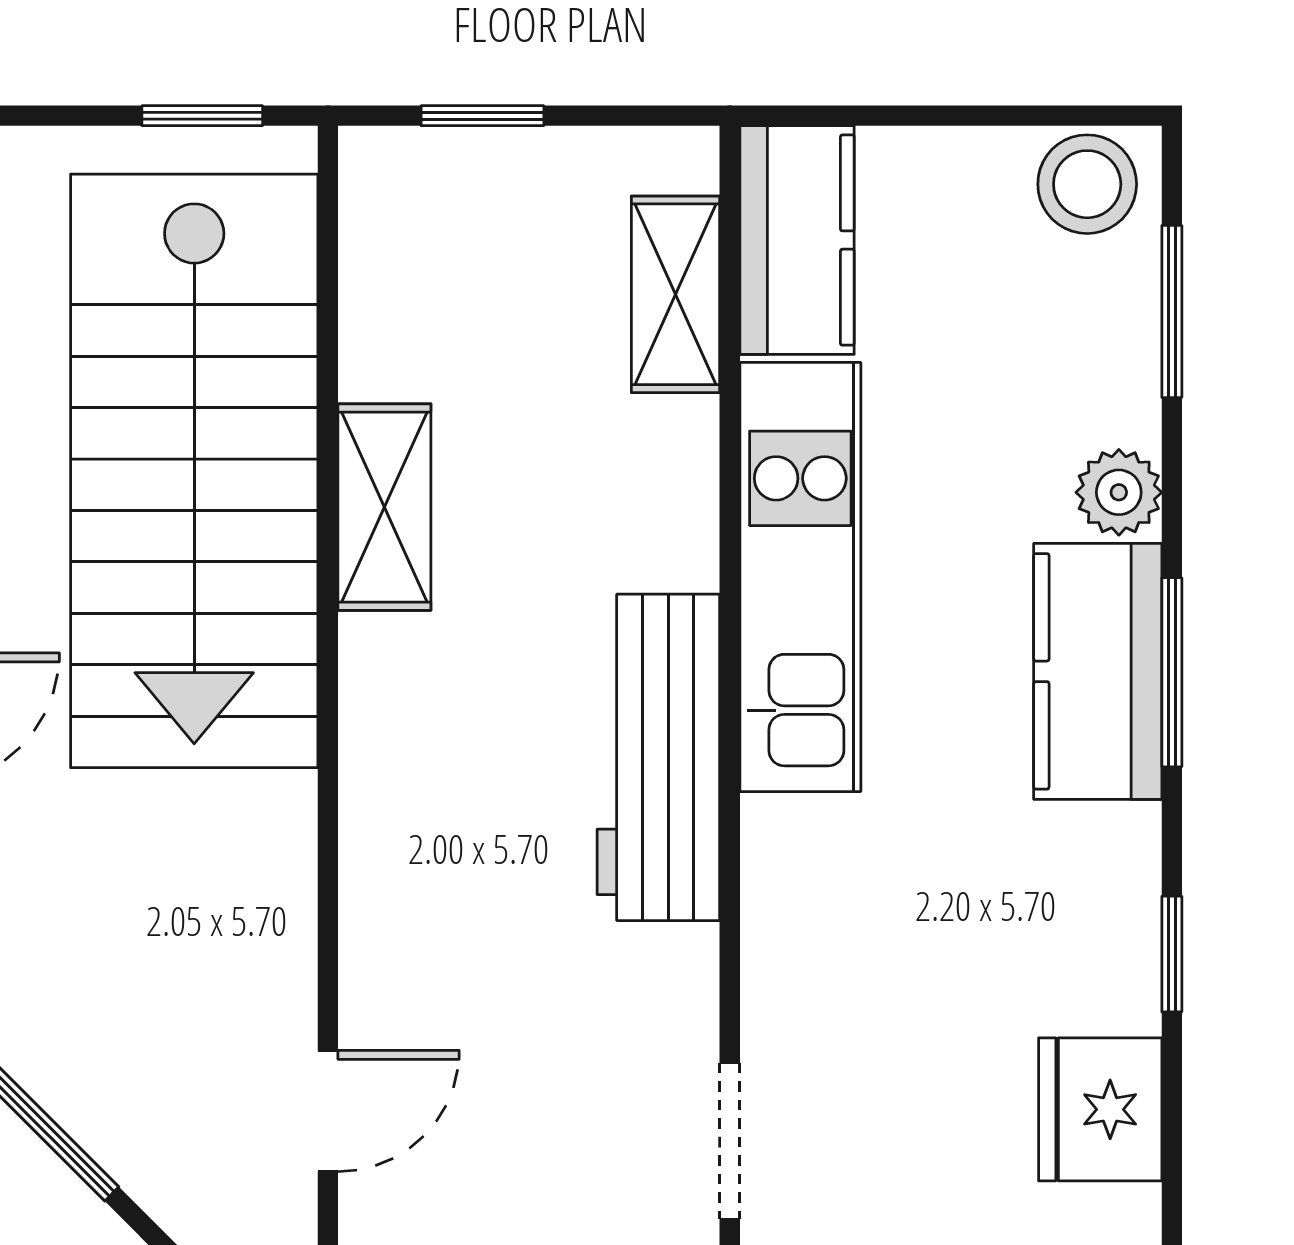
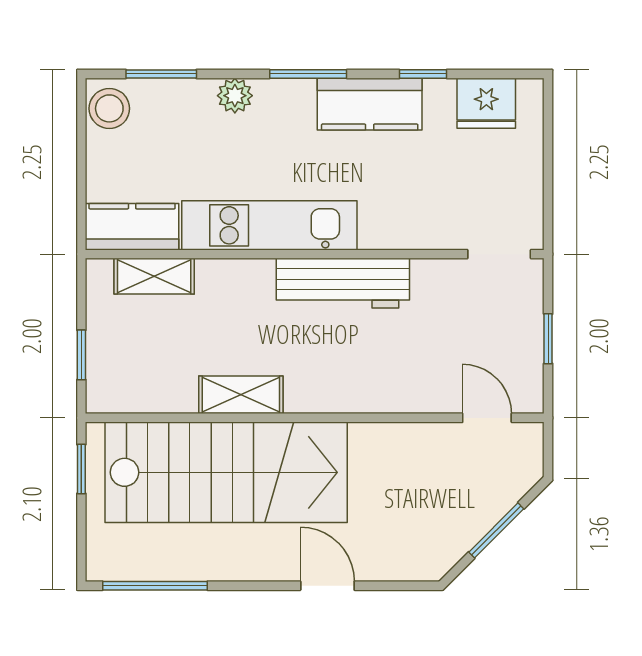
kitchen counter: (1098, 671) -> (370, 104), moved

